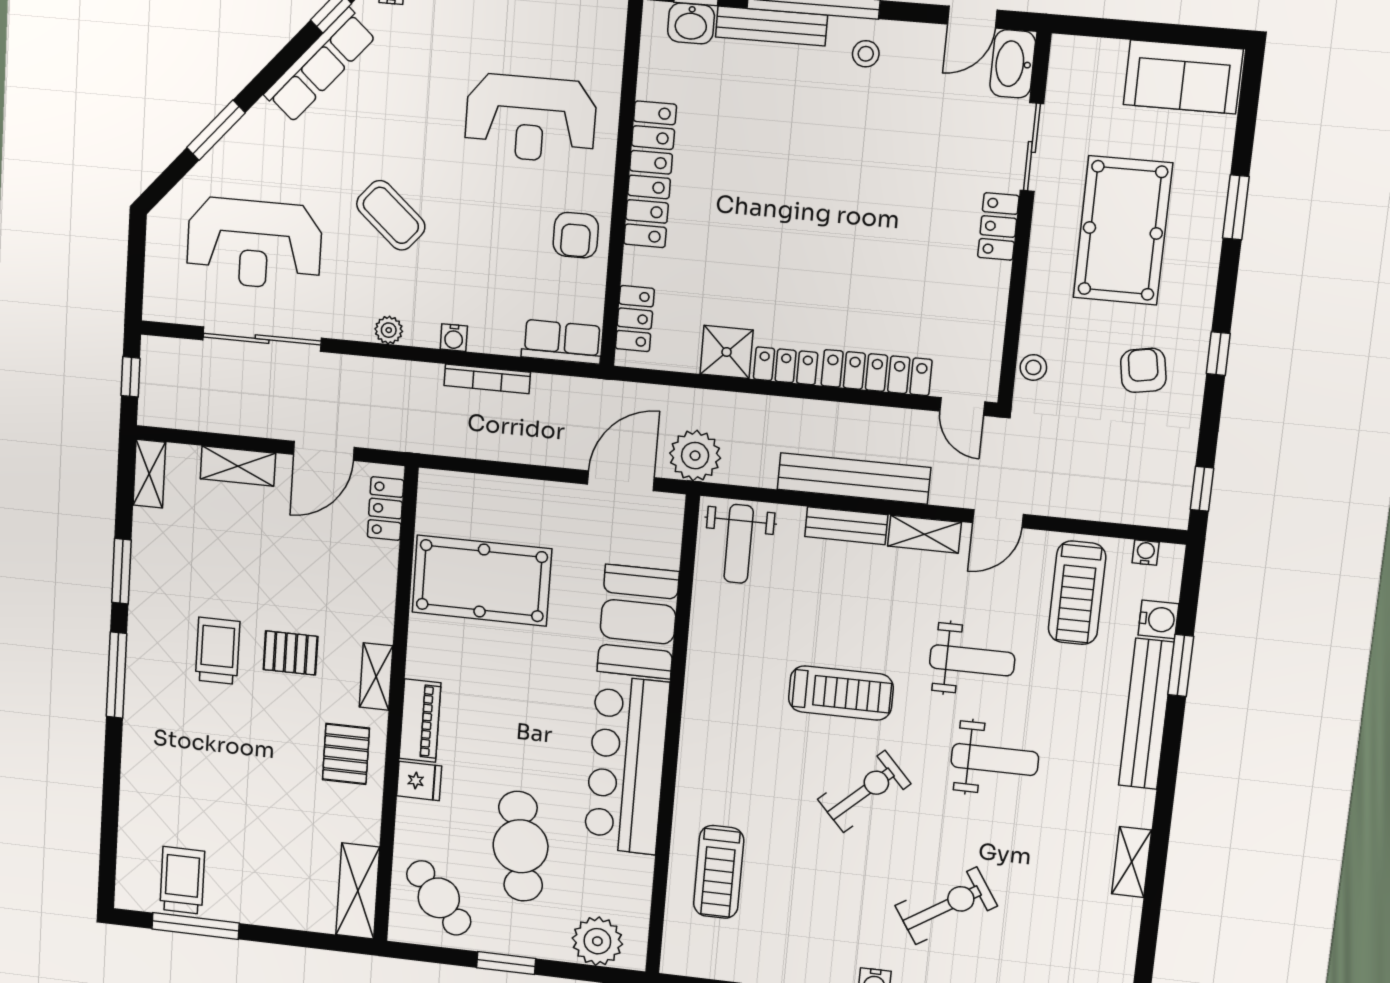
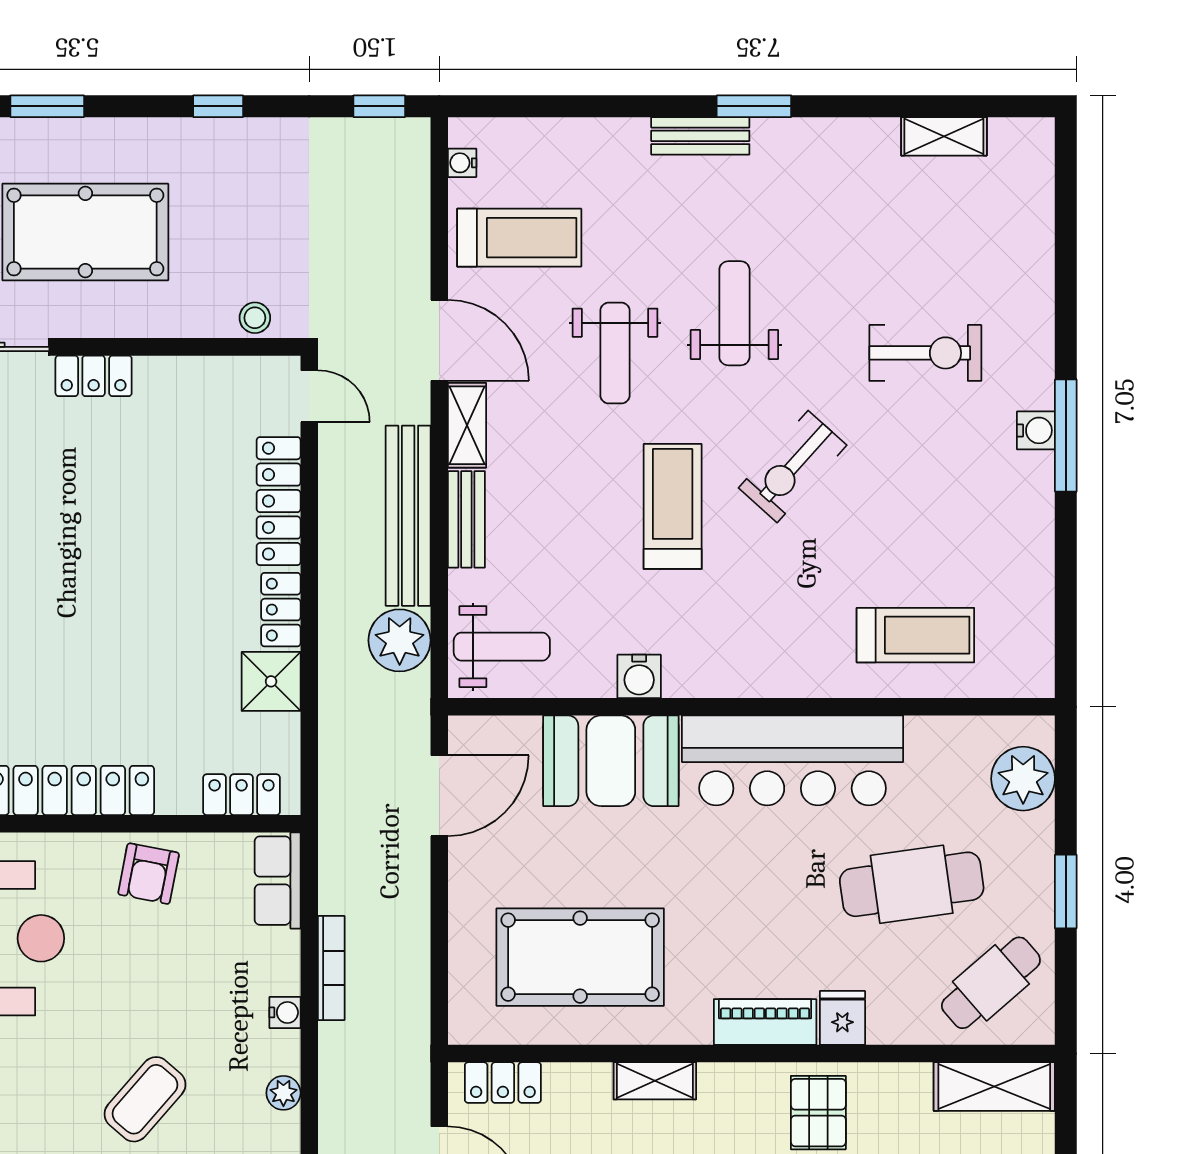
armchair: (576, 235) -> (149, 874), turned 101
armchair: (1143, 370) -> (246, 190), removed
door: (962, 407) -> (309, 396), hinge flipped
plant: (695, 456) -> (400, 640), moved
door: (621, 481) -> (439, 796), swing flipped
door: (998, 519) -> (439, 340), width x1.38
pool table: (482, 581) -> (580, 957), turned 90
water cooler: (1158, 619) -> (639, 676), moved, turned 180
weight bench: (972, 660) -> (615, 353), turned 180
window: (1181, 665) -> (754, 106), moved
shelving: (376, 676) -> (655, 1081), moved
bench: (1146, 714) -> (700, 136), width x0.54, depth x0.82
pallet: (346, 754) -> (818, 1113), turned 90
exercise bike: (864, 792) -> (793, 467), turned -95
shelving: (1132, 862) -> (944, 136), moved
exercise bike: (946, 906) -> (925, 353), turned 123

